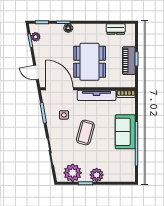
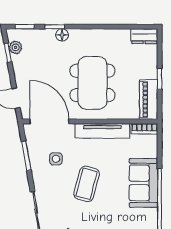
dresser: (116, 29) -> (144, 36), moved
piano: (129, 61) -> (149, 100), moved

